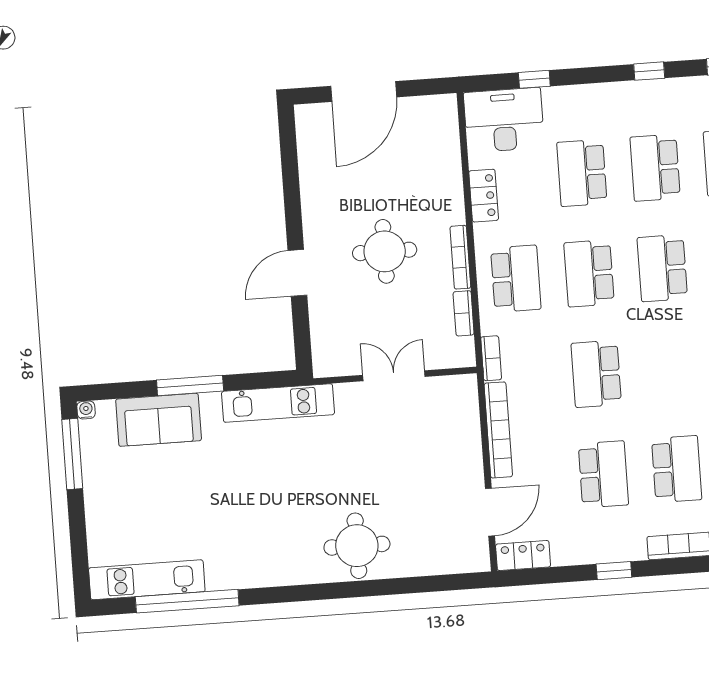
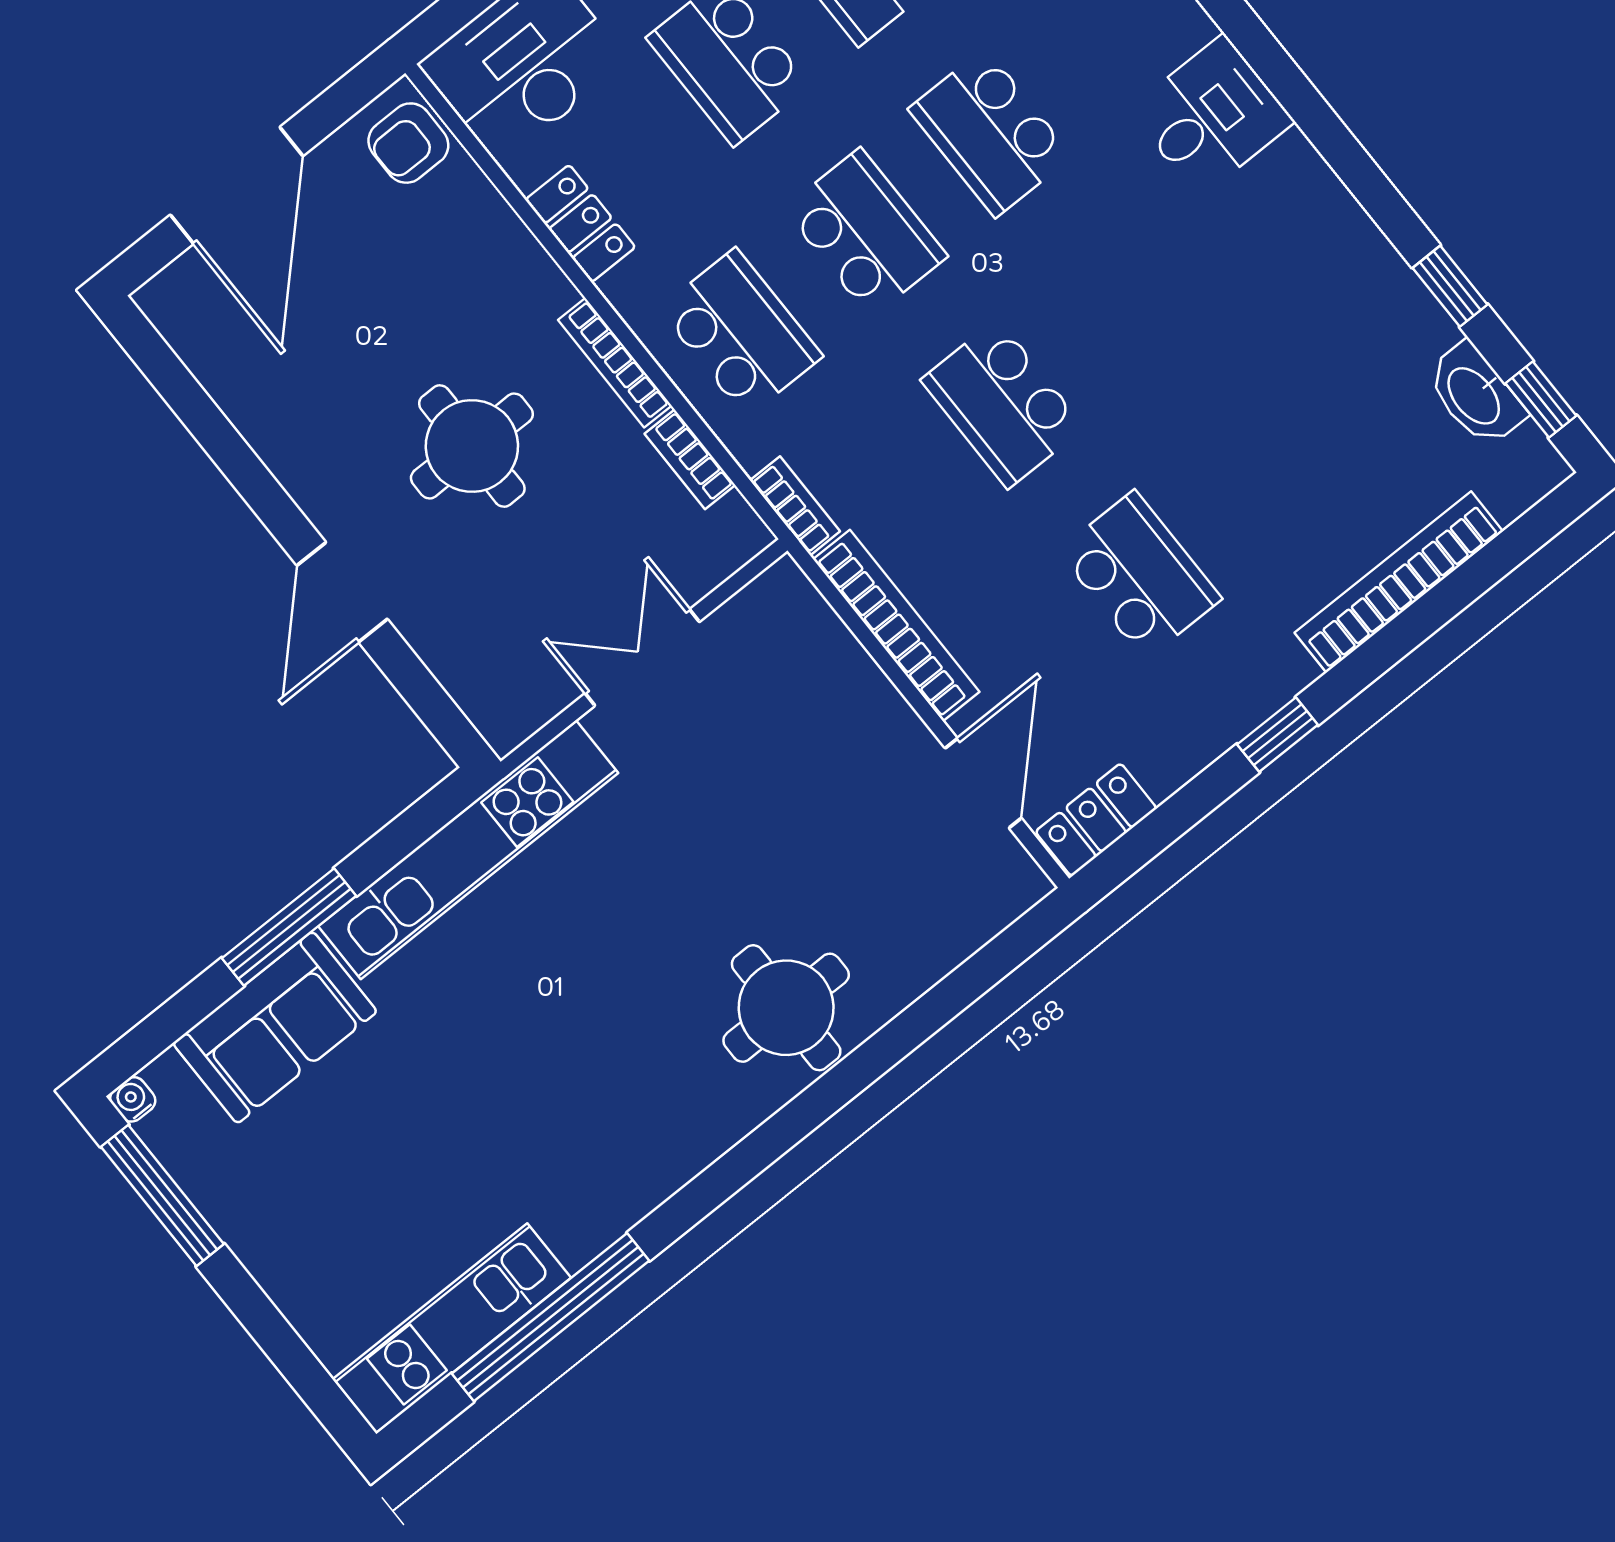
armchair: (440, 120) -> (408, 143), added
school desk: (589, 273) -> (865, 233), turned 180
kitchen unit: (278, 403) -> (468, 850), width x1.36
school desk: (677, 469) -> (1265, 475), removed

